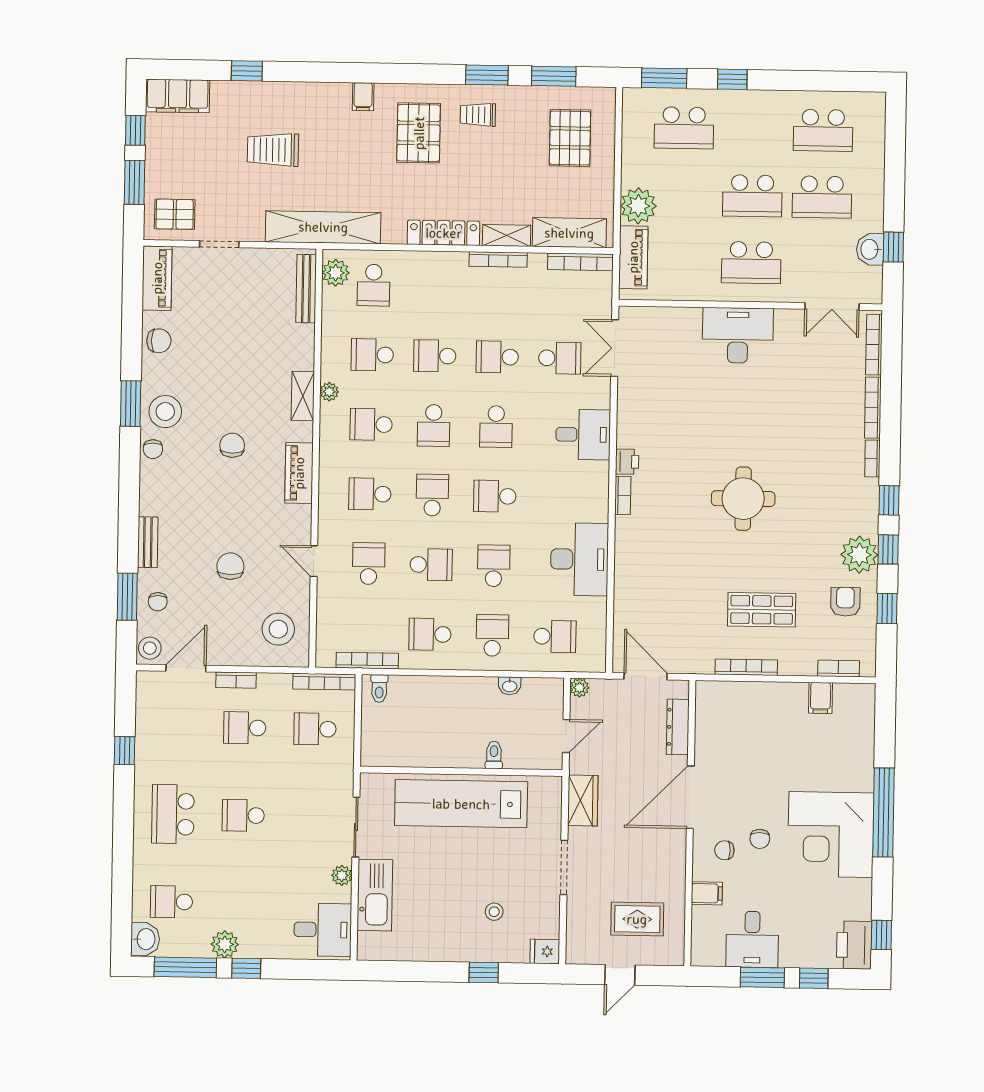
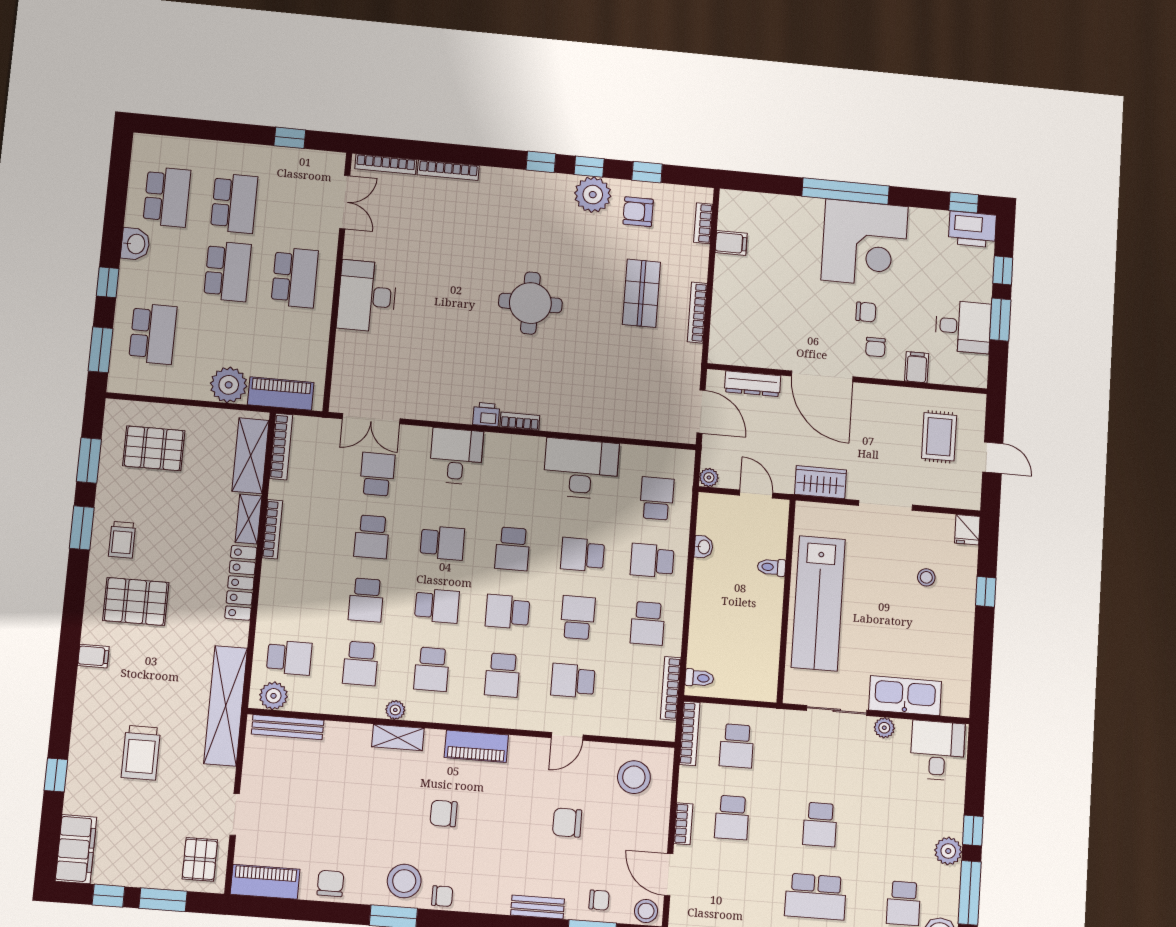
washbasin: (870, 249) -> (135, 244), moved, turned -90
bookcase: (872, 459) -> (499, 175), removed
door: (646, 676) -> (701, 412), swing flipped

